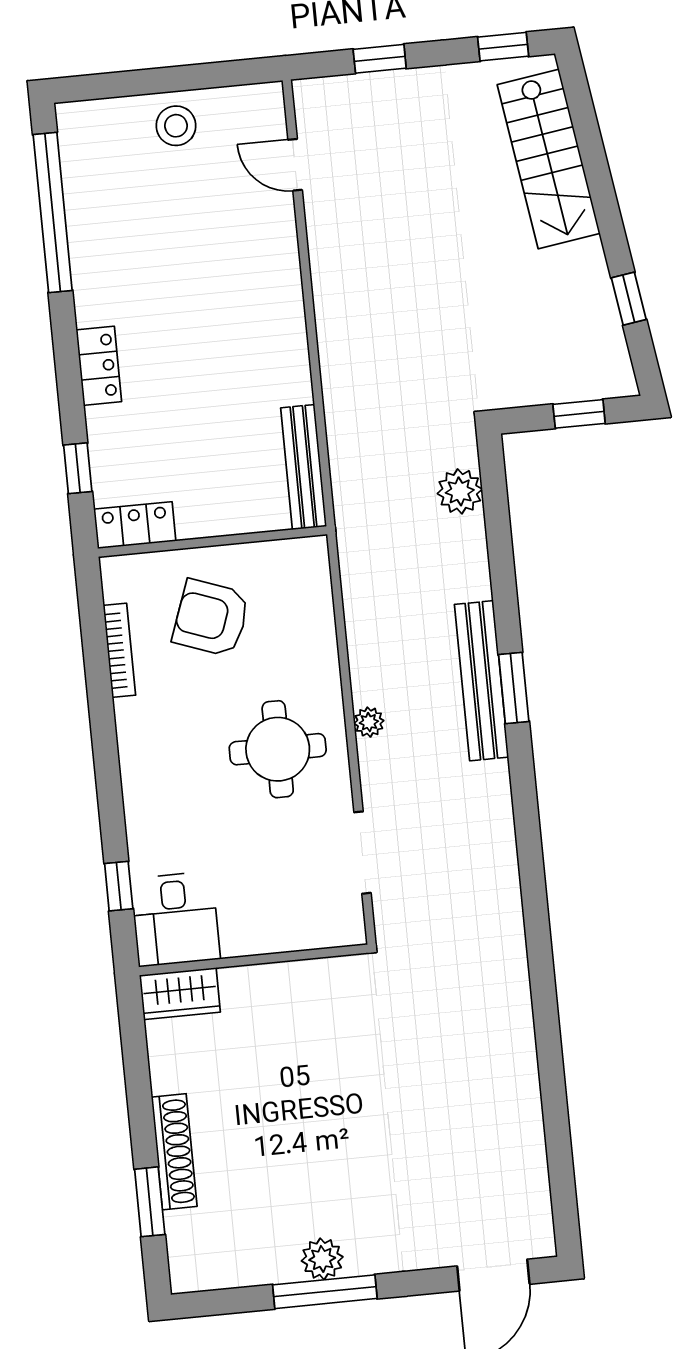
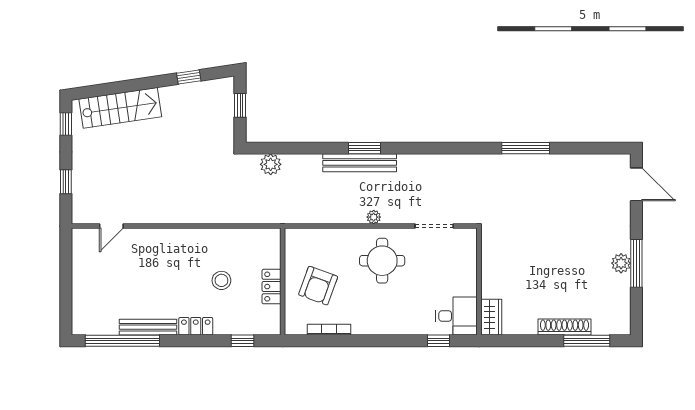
stool: (176, 126) -> (221, 280), moved
bench: (304, 467) -> (148, 327), moved
locker: (135, 525) -> (271, 287), moved
window: (547, 1032) -> (526, 148), added
window: (150, 1202) -> (587, 341), width x1.44

